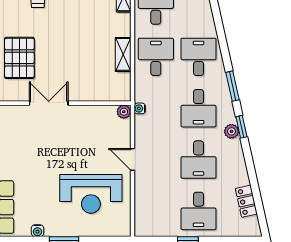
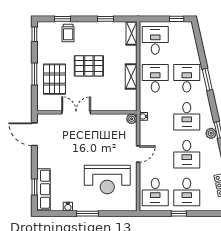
pallet: (66, 40) -> (89, 66), added
window: (232, 86) -> (207, 79), moved
door: (133, 159) -> (138, 154), swing flipped
desk: (156, 211) -> (155, 192), added

